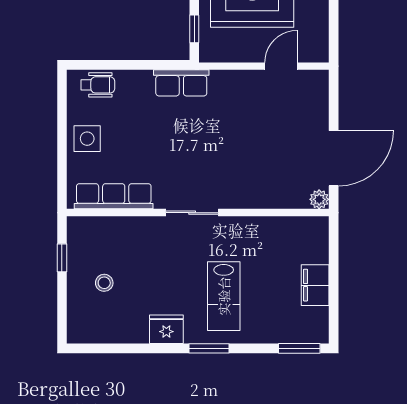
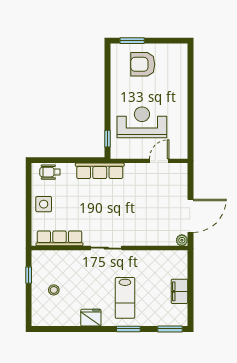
row of seats: (181, 83) -> (100, 171), width x1.48
wheelchair: (98, 85) -> (50, 172), turned 180
window: (209, 348) -> (128, 329), moved

